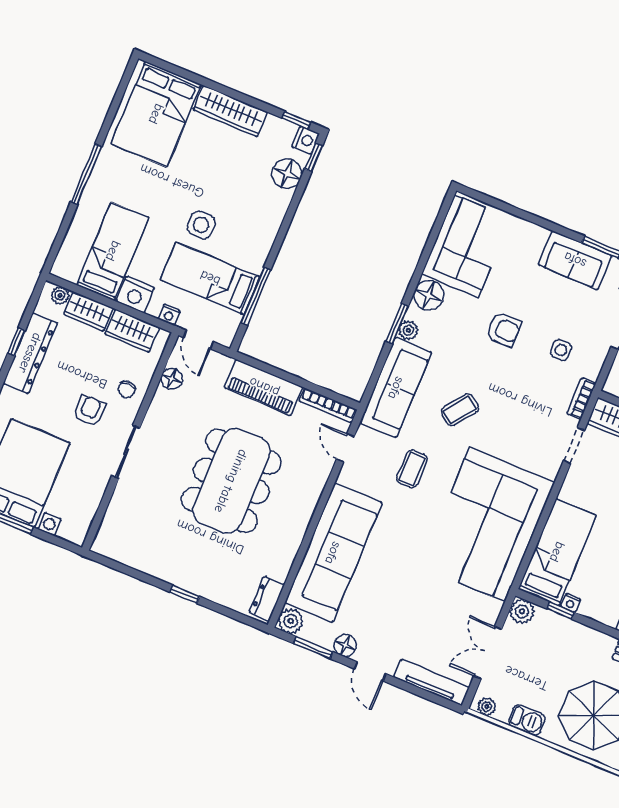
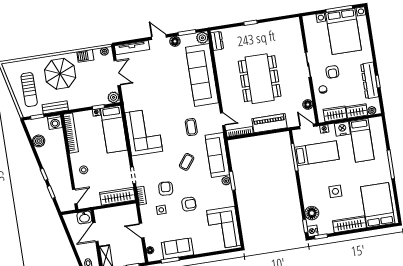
side table: (201, 225) -> (335, 191), moved
floor lamp: (429, 295) -> (227, 199), removed
armchair: (504, 329) -> (189, 204), turned 180
armchair: (529, 384) -> (166, 189), added
corner sofa: (487, 525) -> (144, 132), width x0.73, depth x0.74

